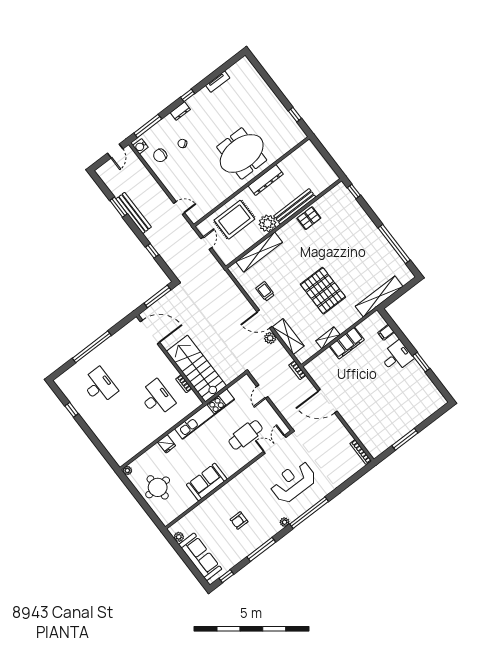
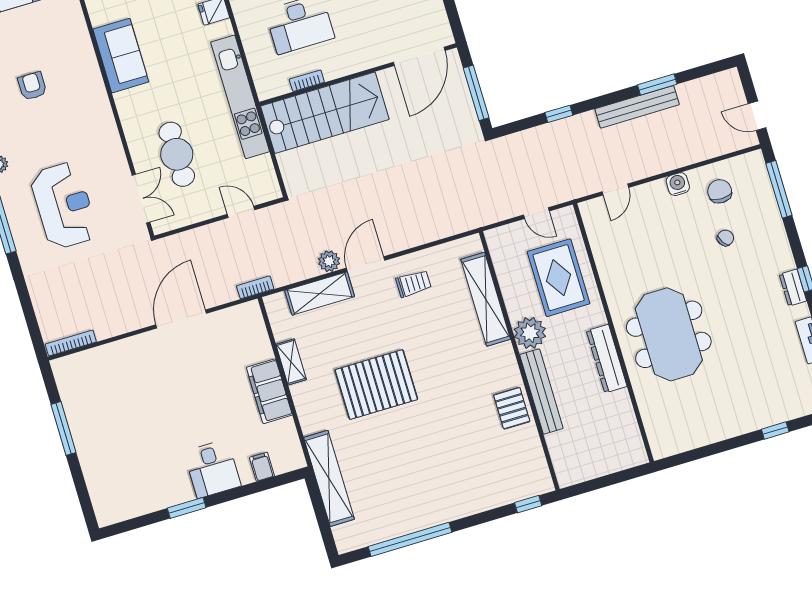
dresser: (180, 111) -> (793, 288), moved
window: (295, 115) -> (775, 431), moved
water cooler: (140, 146) -> (678, 184), moved

